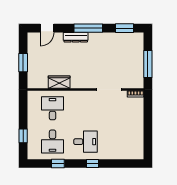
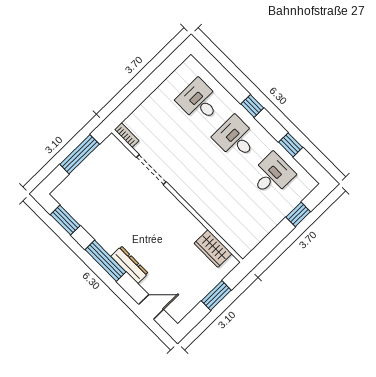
wardrobe: (59, 82) -> (213, 249), moved
desk: (53, 108) -> (199, 101), moved, turned 90

